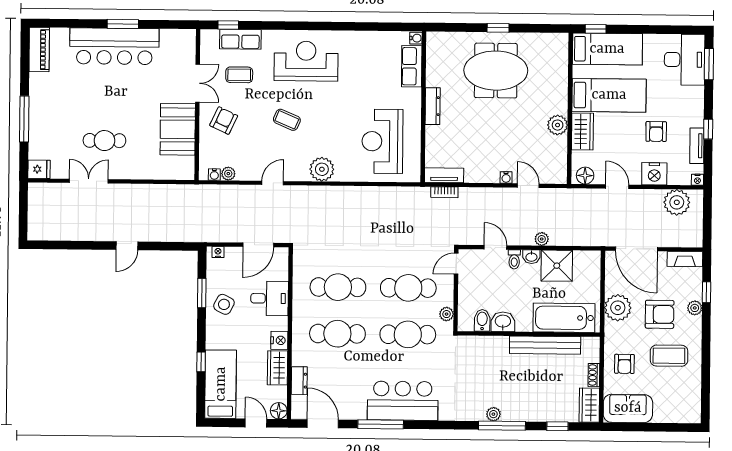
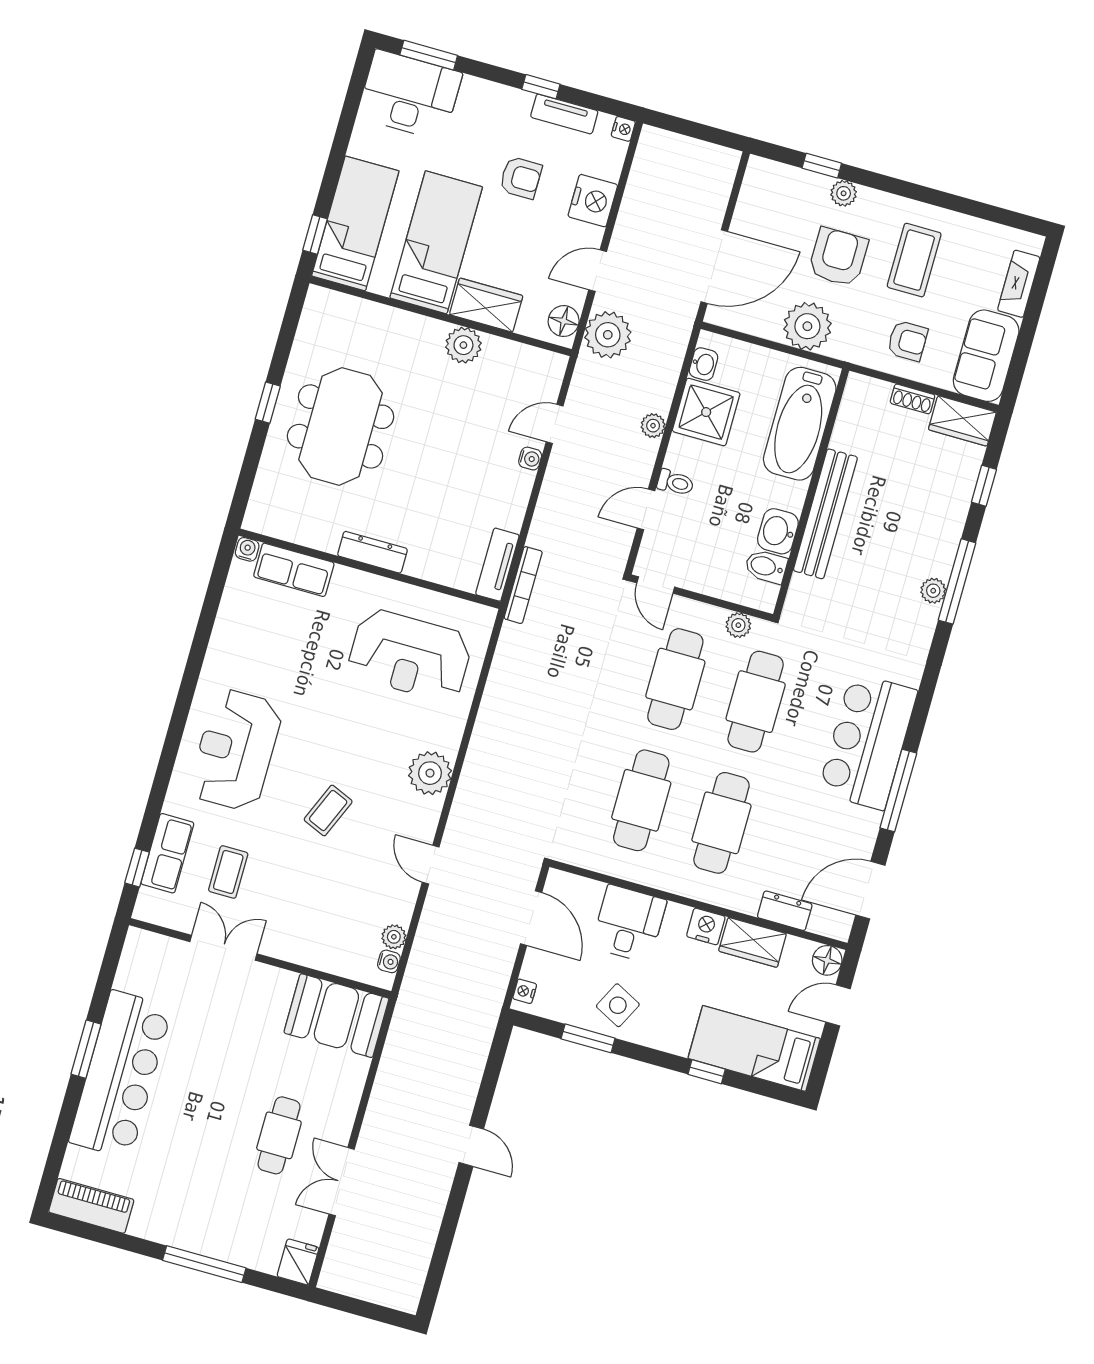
armchair: (224, 121) -> (300, 920), removed
booth: (178, 129) -> (336, 1016), moved
bookcase: (444, 192) -> (523, 585), width x1.56
plant: (677, 202) -> (608, 335), moved
washbasin: (531, 257) -> (703, 364), moved
fireplace: (685, 259) -> (1019, 284), moved, turned 180
bench: (545, 345) -> (825, 514), moved

